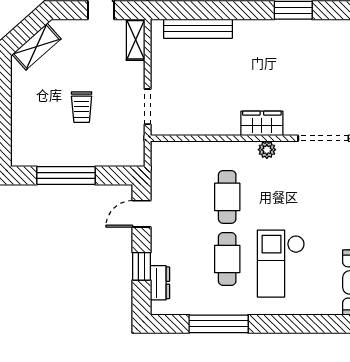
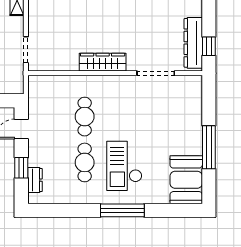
wardrobe: (262, 123) -> (103, 62), width x1.50
plant: (267, 150) -> (114, 82), removed
window: (219, 324) -> (122, 210), moved

